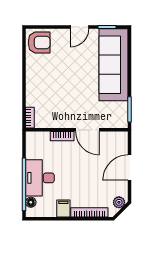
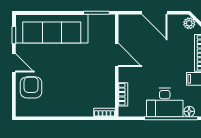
armchair: (39, 42) -> (31, 87), moved
door: (87, 130) -> (117, 55), hinge flipped
bookcase: (62, 136) -> (123, 94), moved

